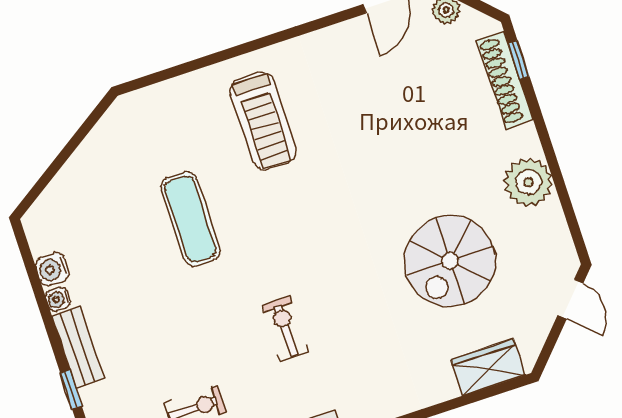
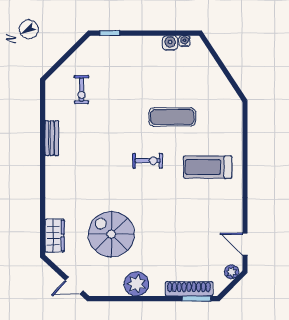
window: (519, 60) -> (196, 299), width x1.50
water cooler: (58, 299) -> (185, 41), moved
exercise bike: (285, 328) -> (148, 161), moved
bench: (78, 347) -> (129, 43), removed

